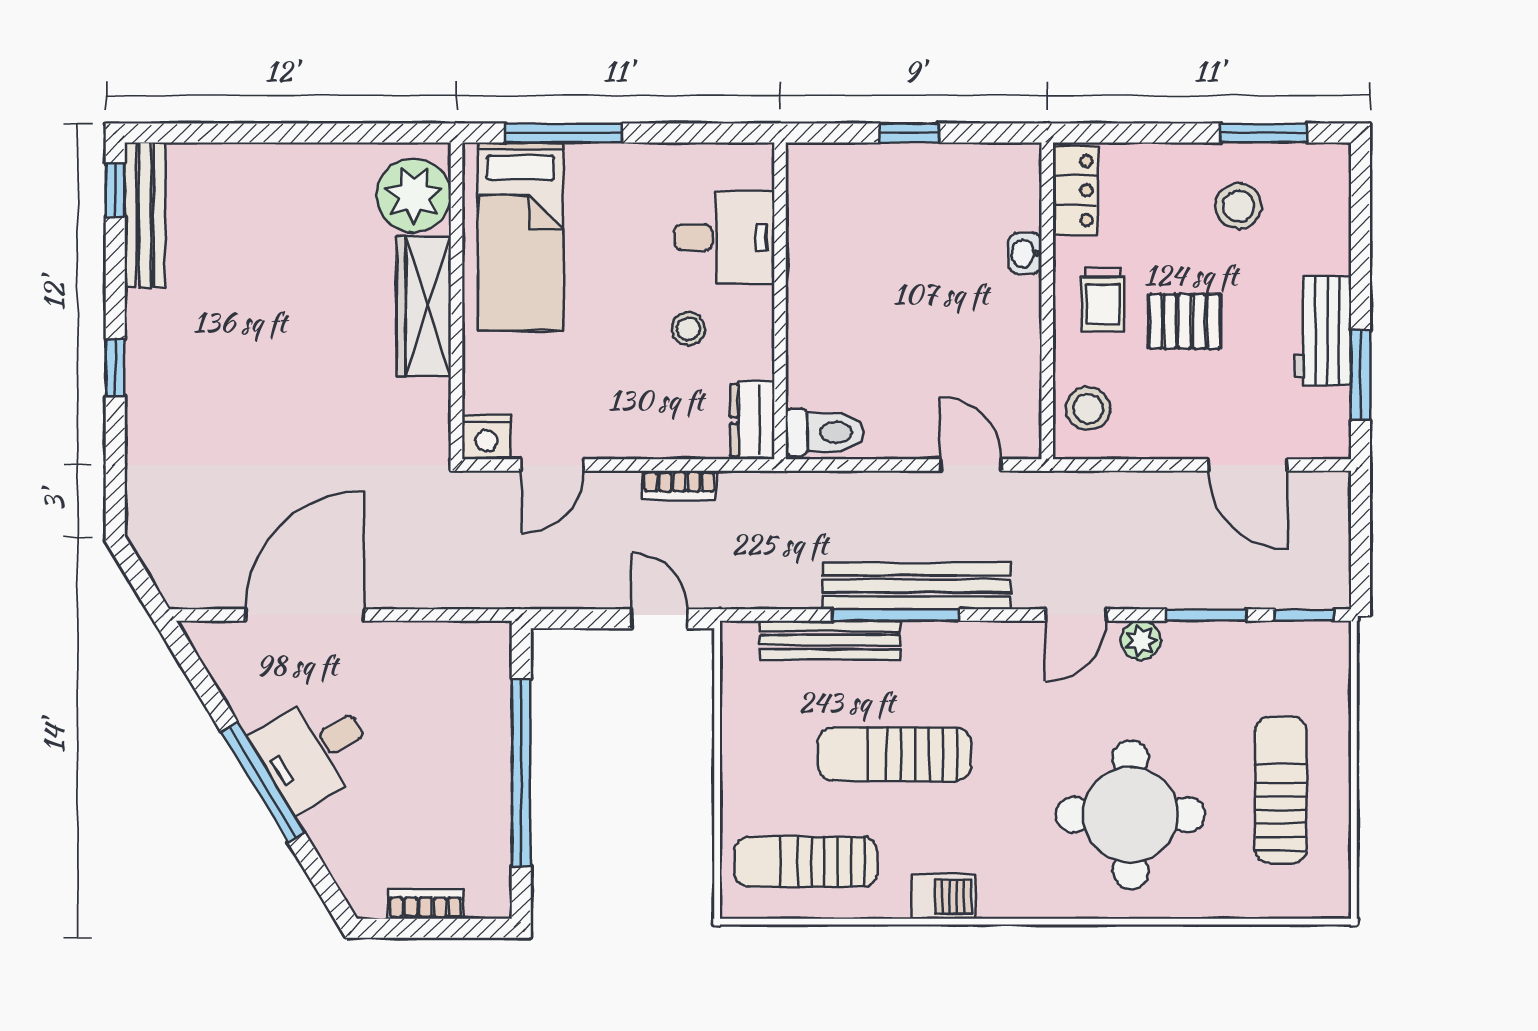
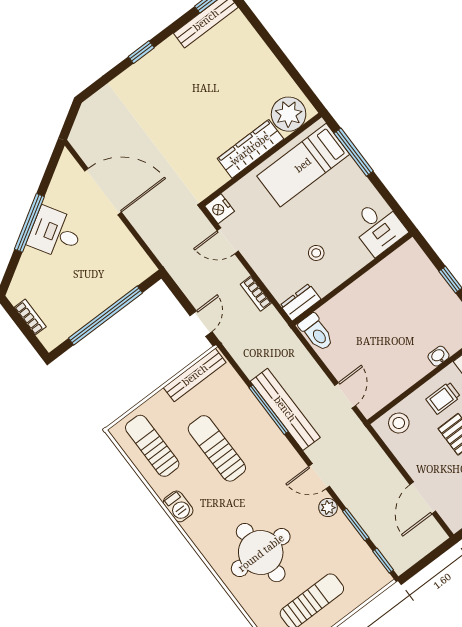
desk: (725, 238) -> (378, 227), moved
bench: (830, 640) -> (195, 375), moved, turned 90

